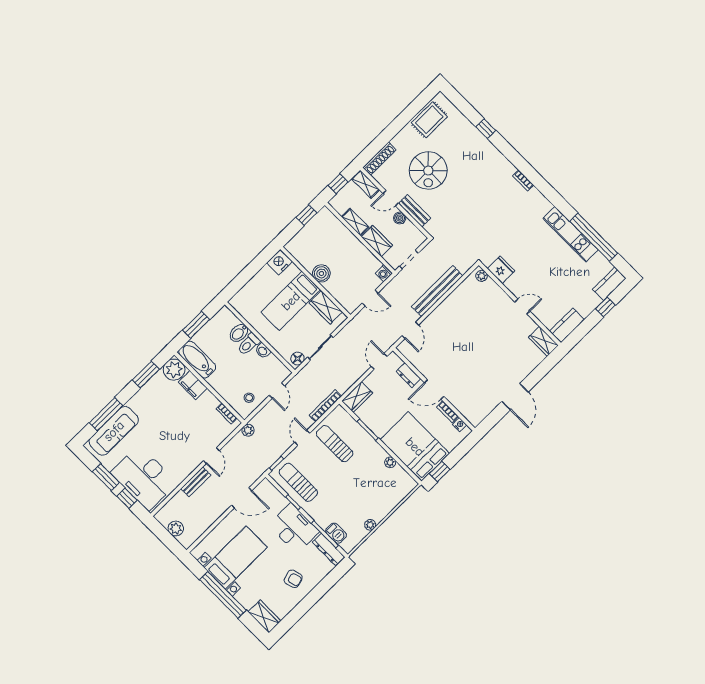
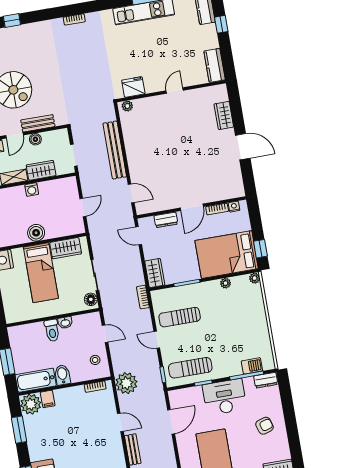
washing machine: (384, 273) -> (32, 190), moved
bidet: (239, 333) -> (62, 375), moved, turned 180
wardrobe: (543, 341) -> (224, 115), moved, turned 90
filing cabinet: (193, 385) -> (48, 399), width x0.50
bookcase: (325, 406) -> (143, 297), width x0.64
plant: (248, 430) -> (126, 383), width x1.87, depth x1.87
plant: (370, 525) -> (255, 278), moved
dresser: (329, 550) -> (266, 380), width x0.70

